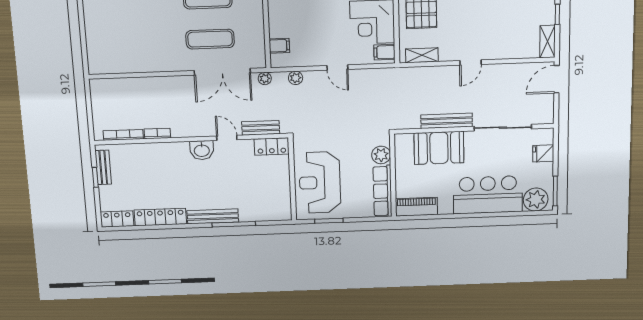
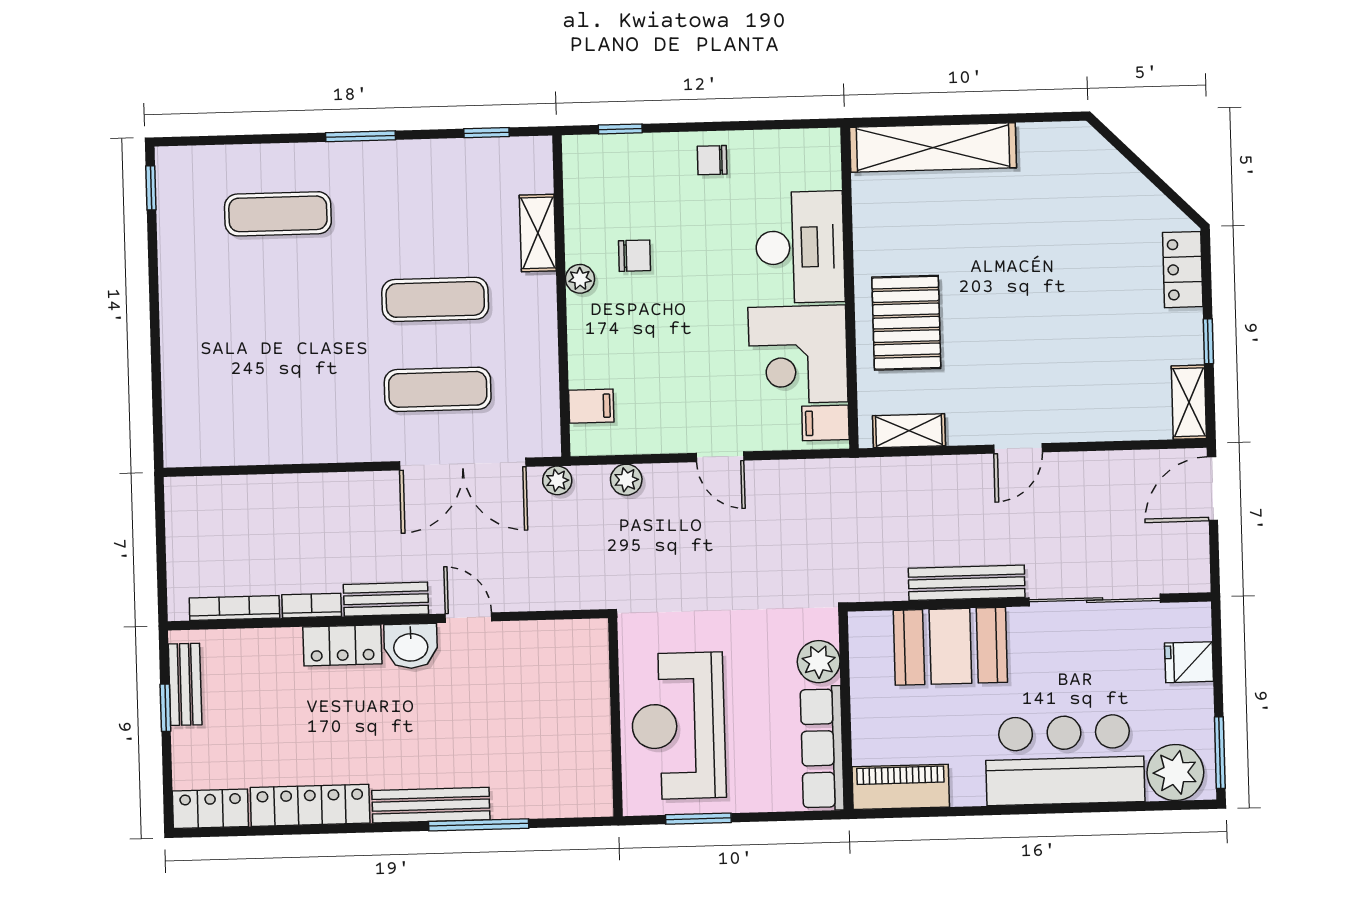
bench: (261, 128) -> (386, 599), moved
locker: (272, 147) -> (342, 645), moved

